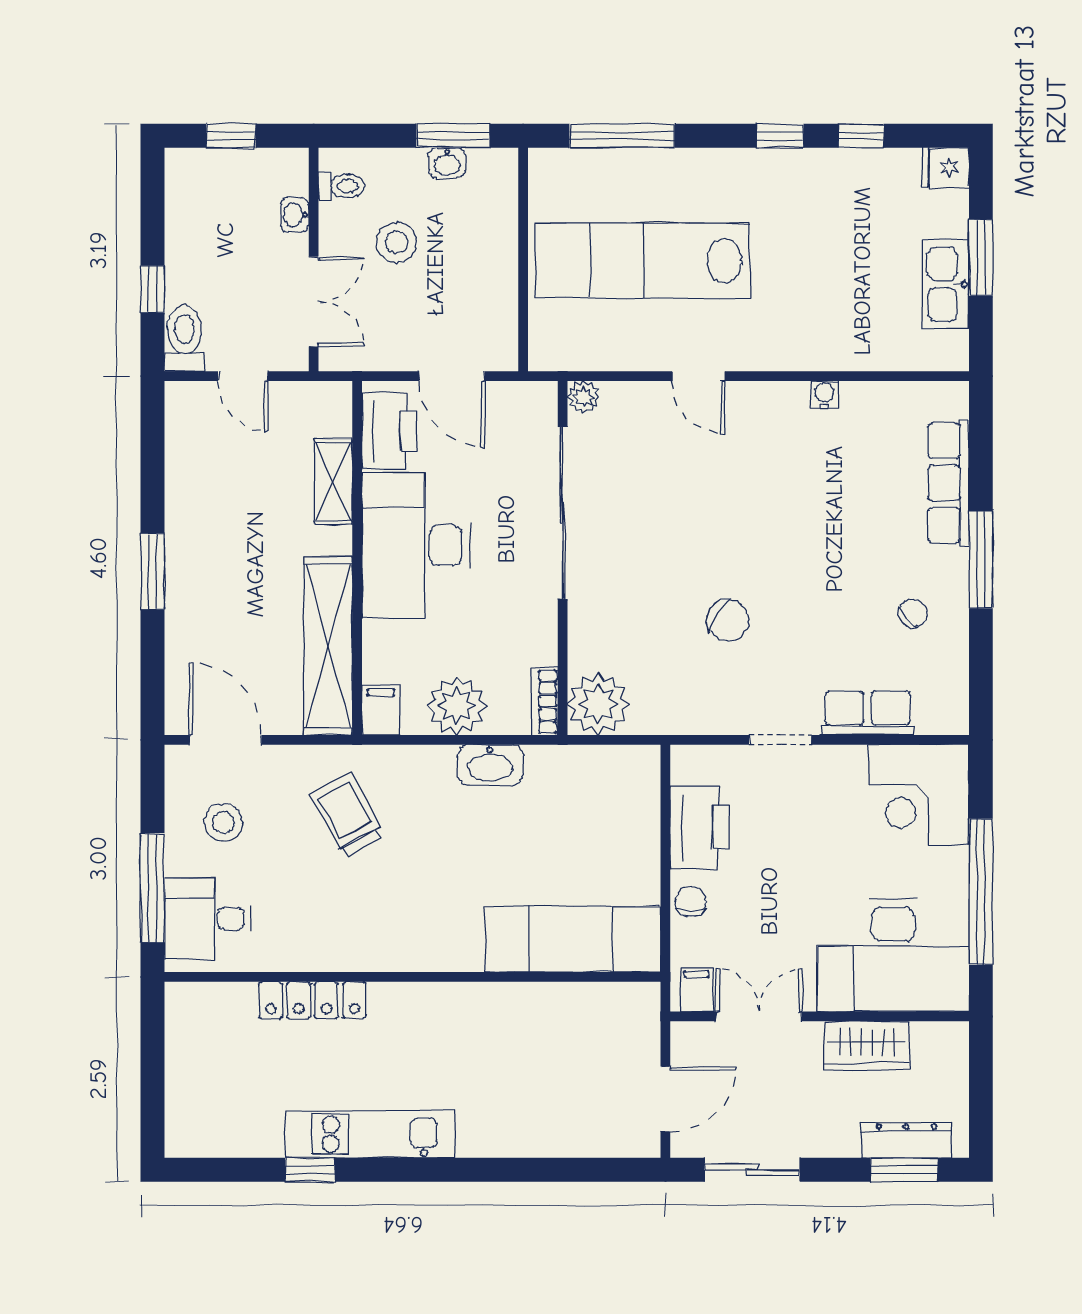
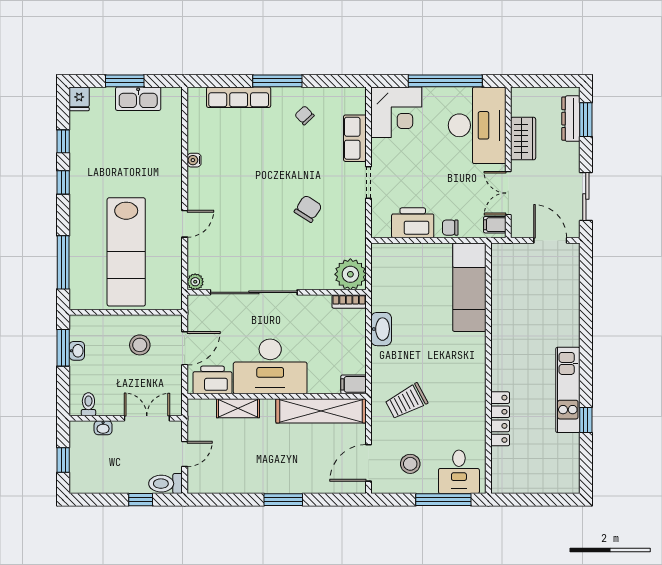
stool: (397, 243) -> (140, 345), moved
plant: (457, 706) -> (351, 346), removed

